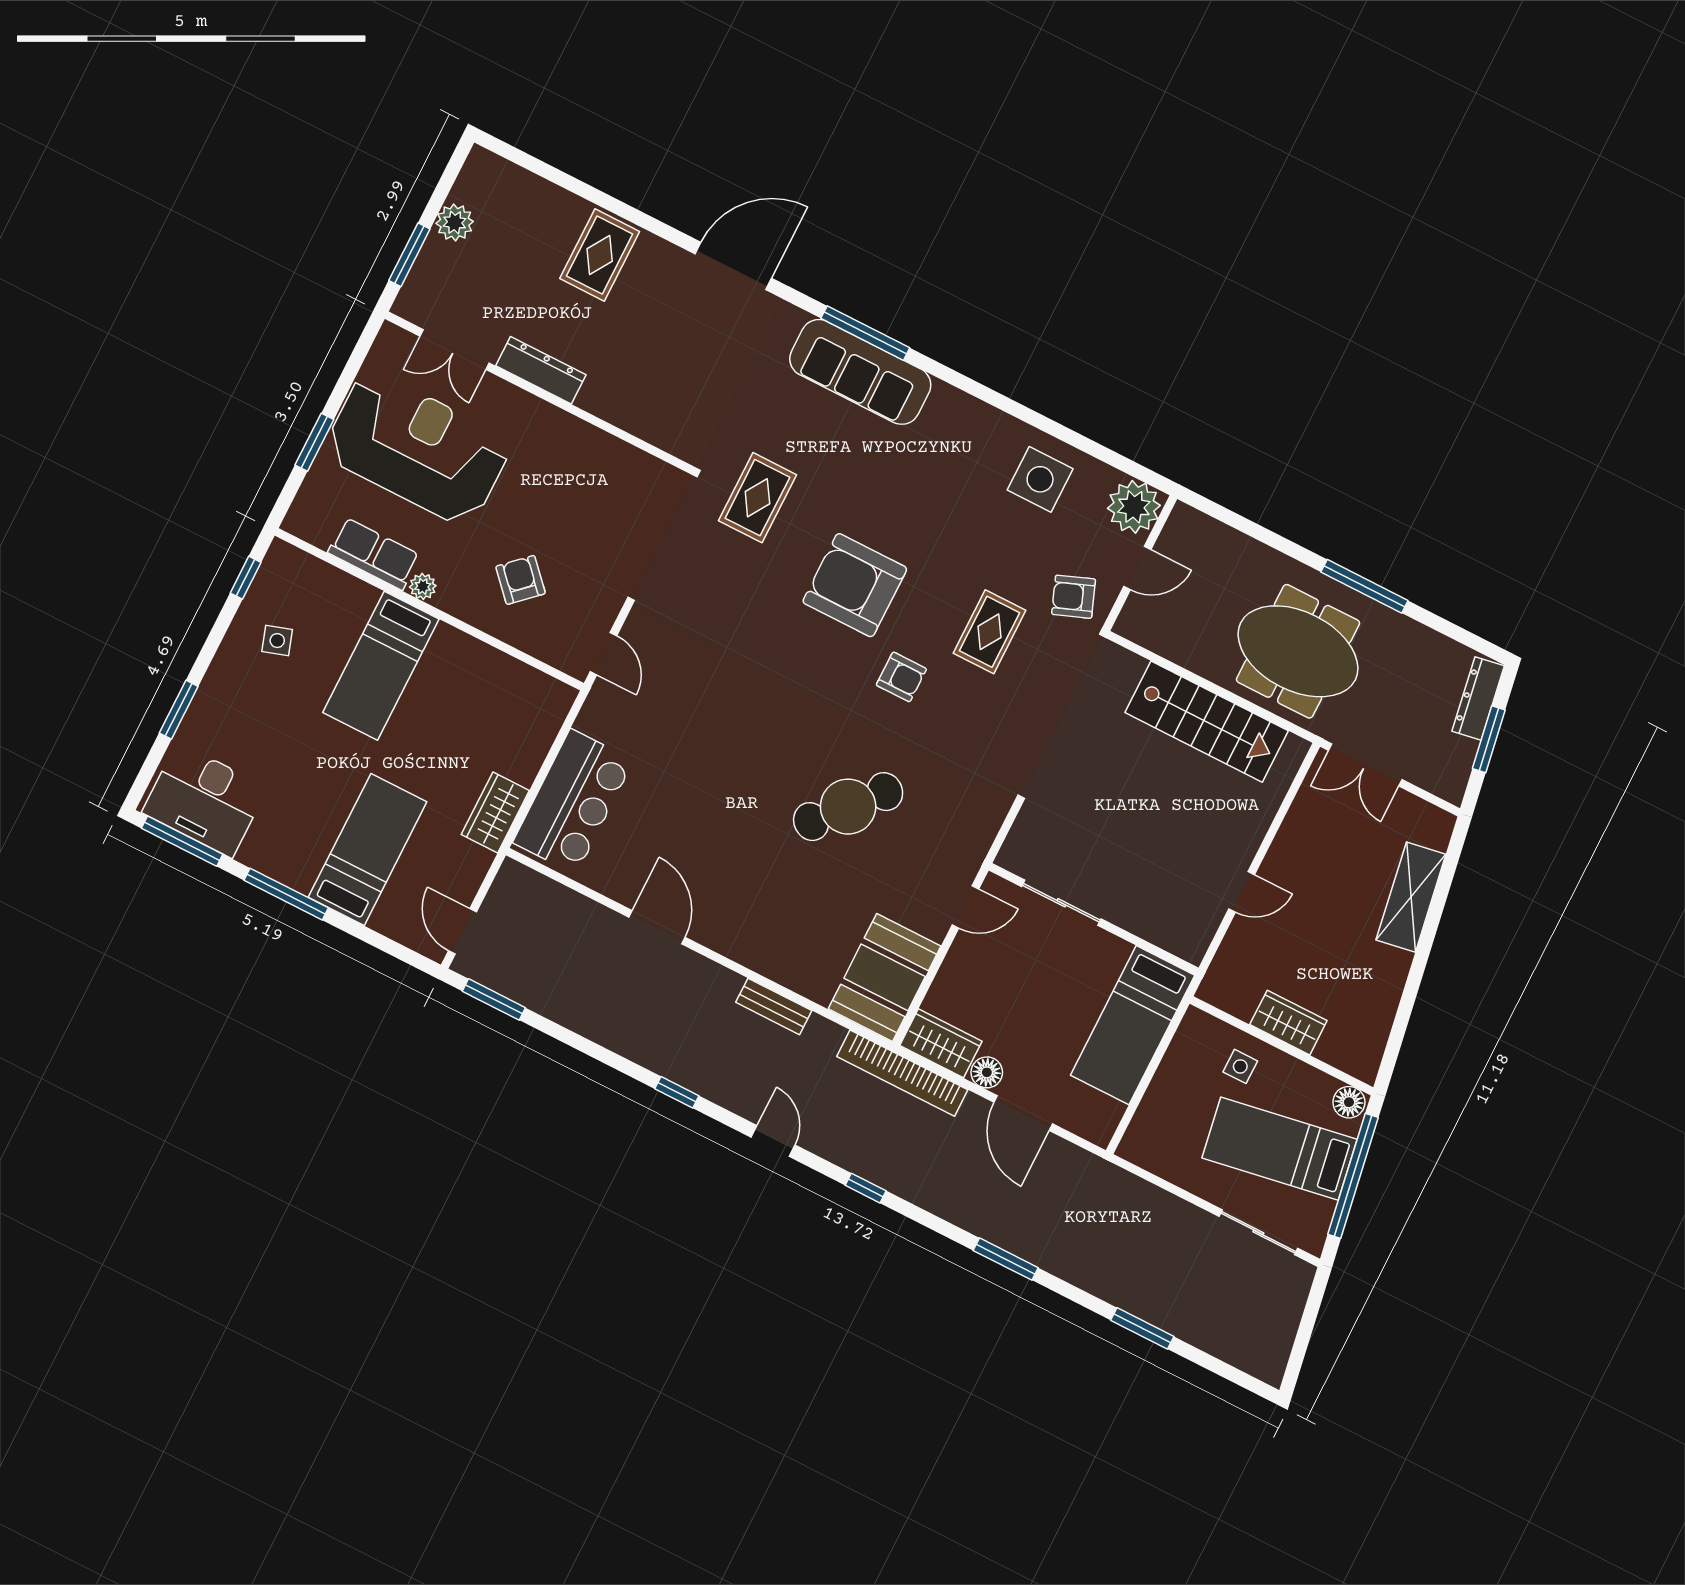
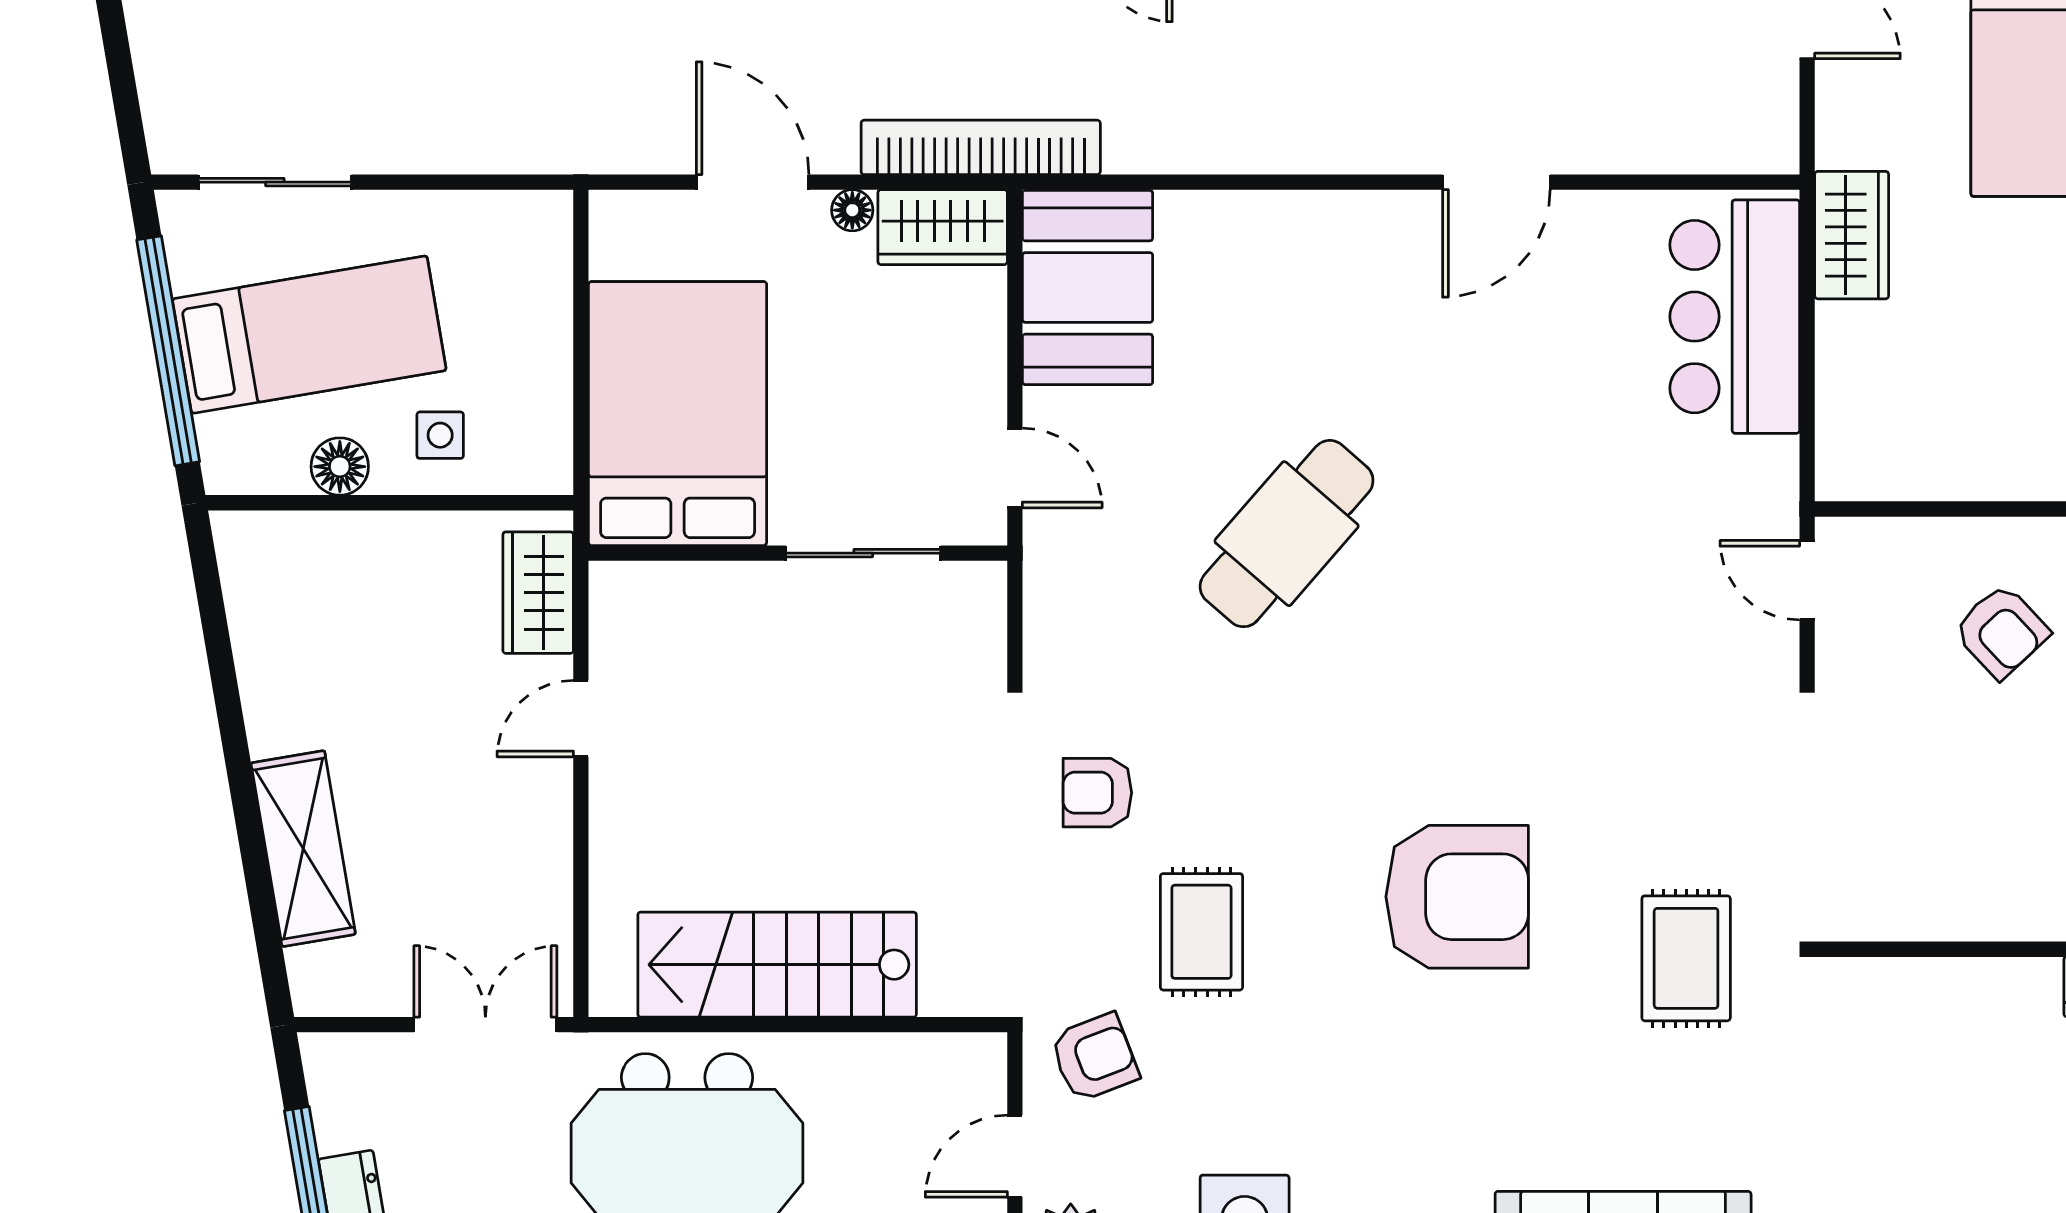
armchair: (901, 677) -> (1097, 793), moved
door: (965, 907) -> (1015, 468), swing flipped
door: (657, 927) -> (1496, 182), hinge flipped
bench: (774, 1006) -> (1243, 150), removed
wardrobe: (1288, 1023) -> (538, 593), moved, turned 90
bed: (1133, 1025) -> (678, 414), width x1.50
floor lamp: (987, 1072) -> (852, 210), width x0.73, depth x0.73
floor lamp: (1349, 1102) -> (340, 467), moved

